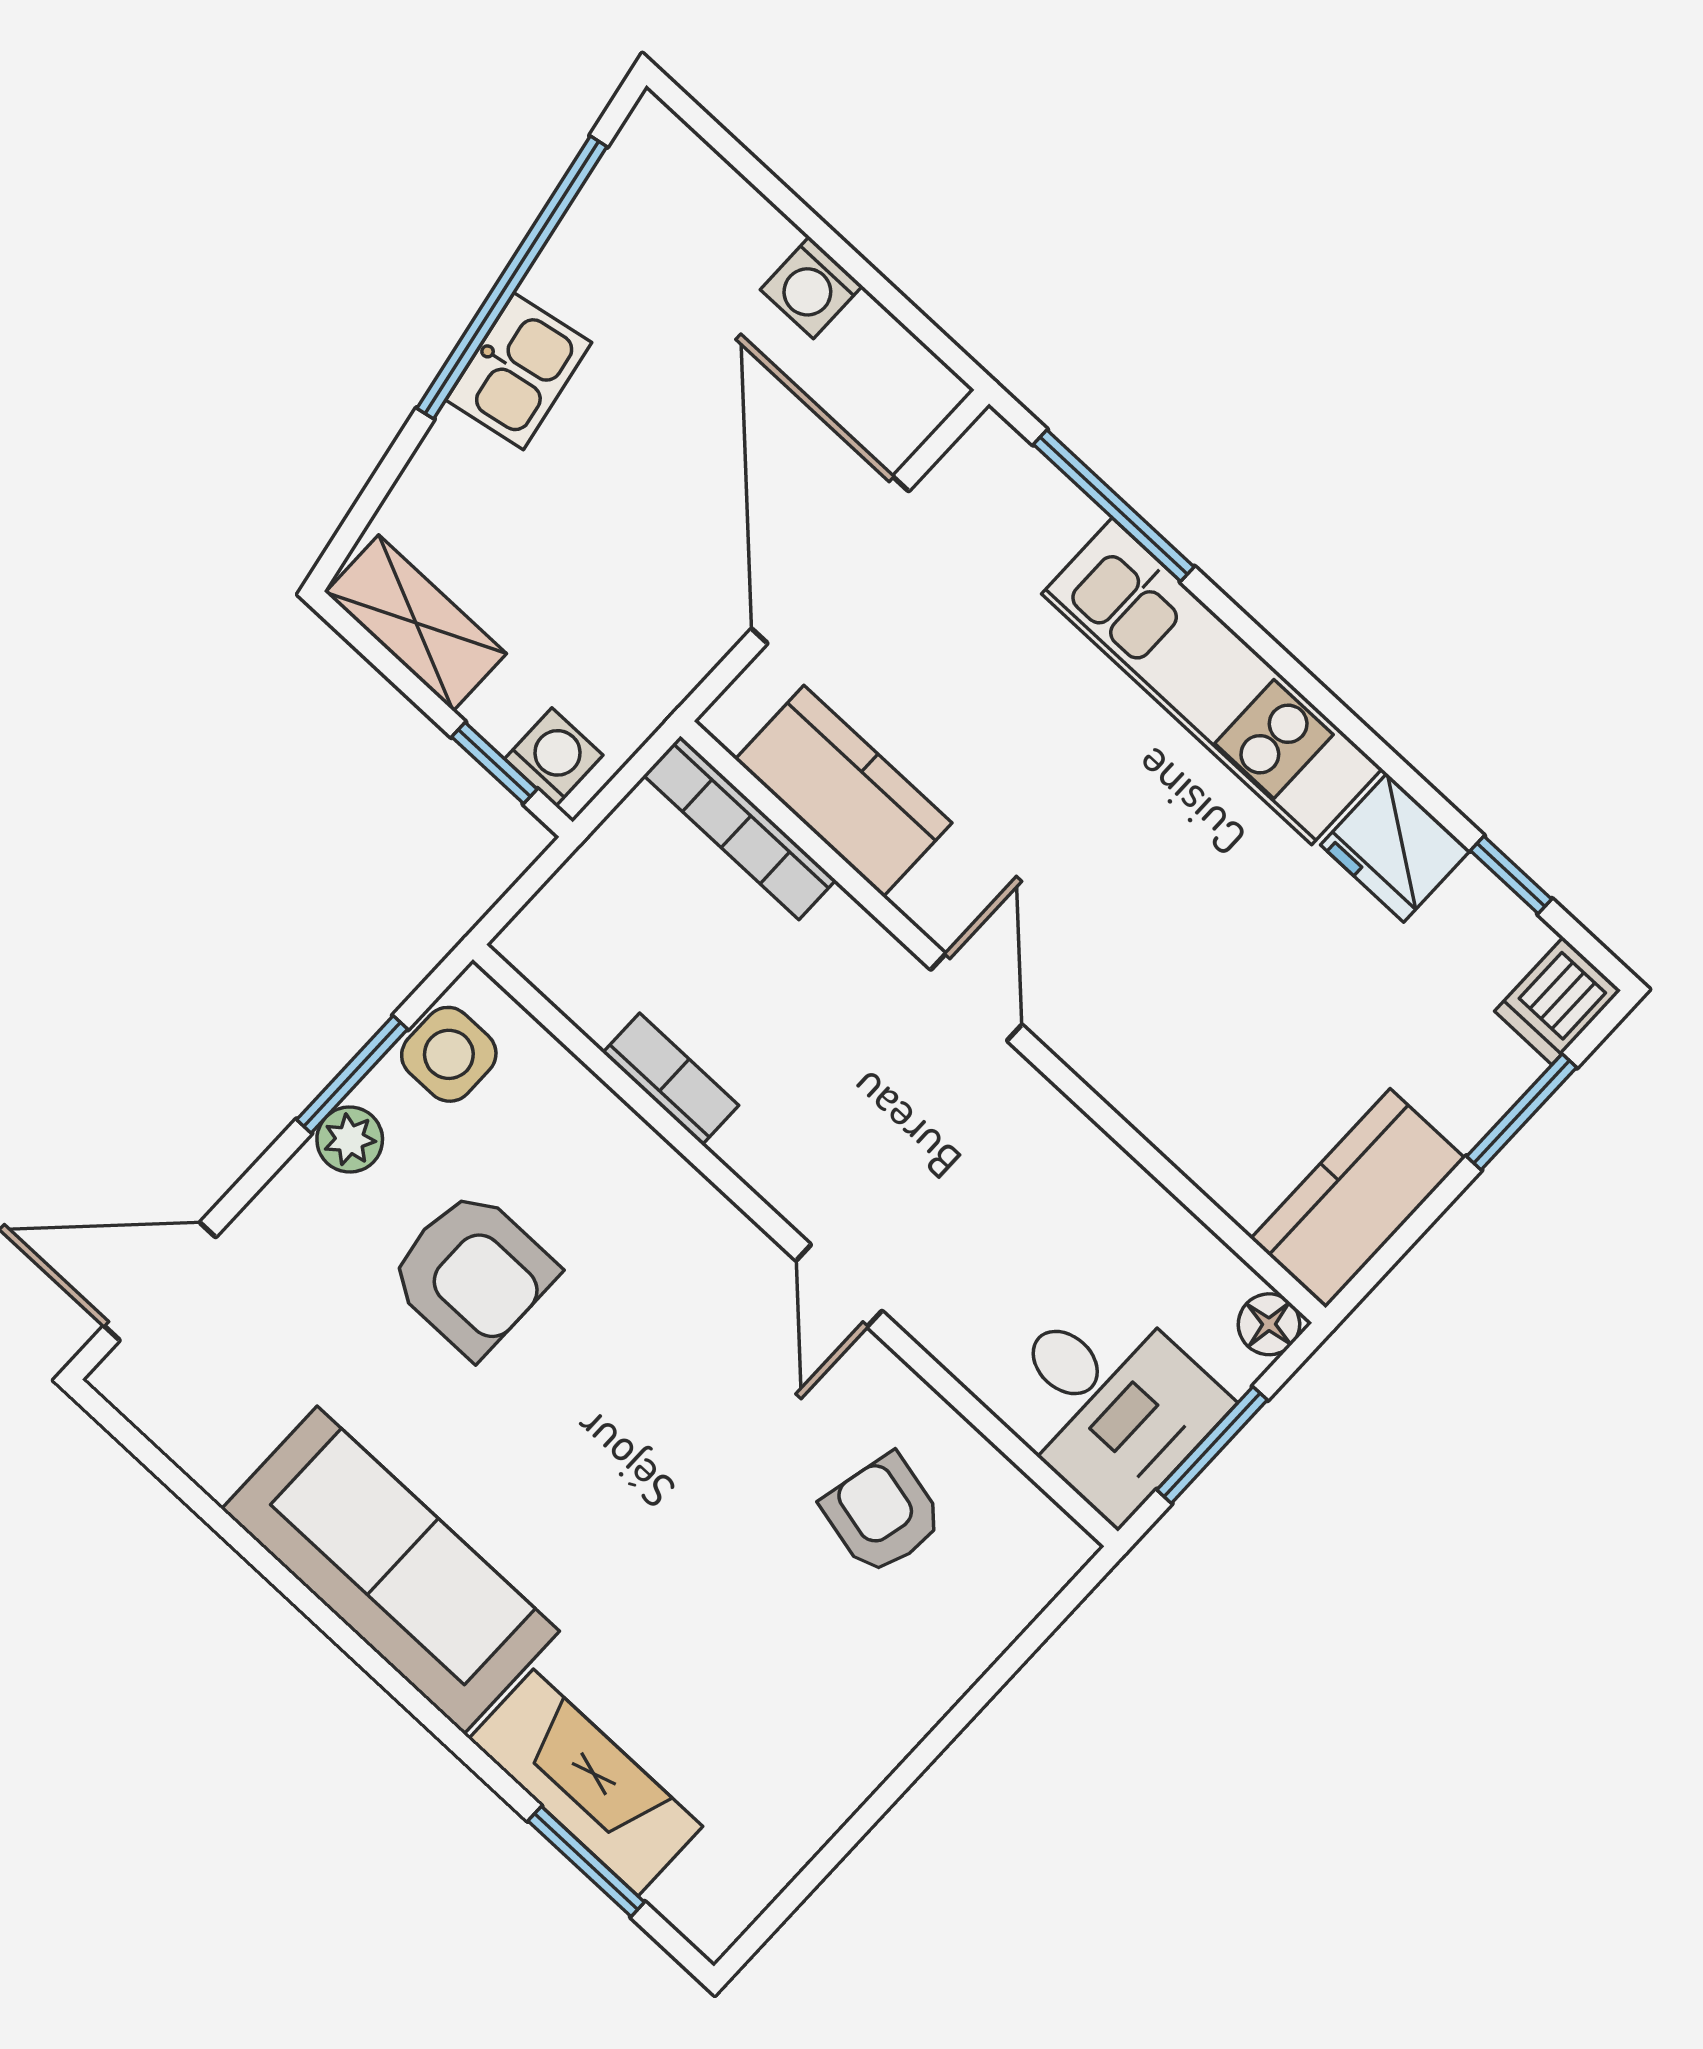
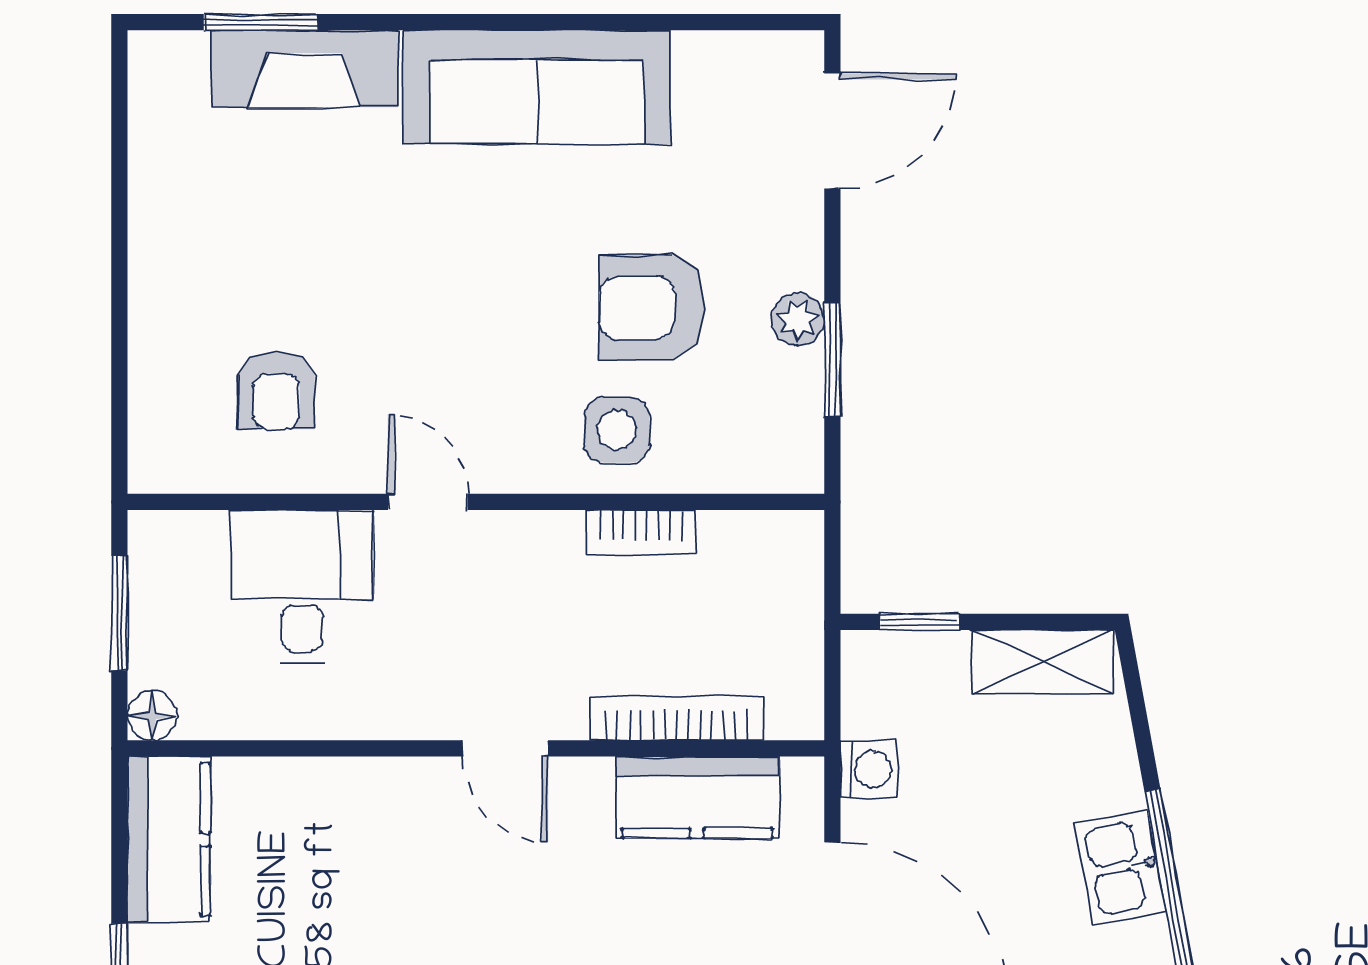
washing machine: (554, 757) -> (869, 769), moved, turned -90
bookcase: (740, 828) -> (677, 719), moved
side table: (449, 1054) -> (617, 430), moved
desk: (1108, 1403) -> (302, 587), moved, turned 90
armchair: (883, 1514) -> (276, 391), turned 77

